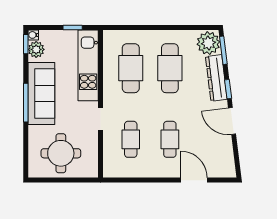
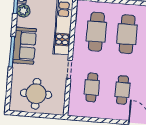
sofa: (41, 94) -> (25, 46), width x0.73

